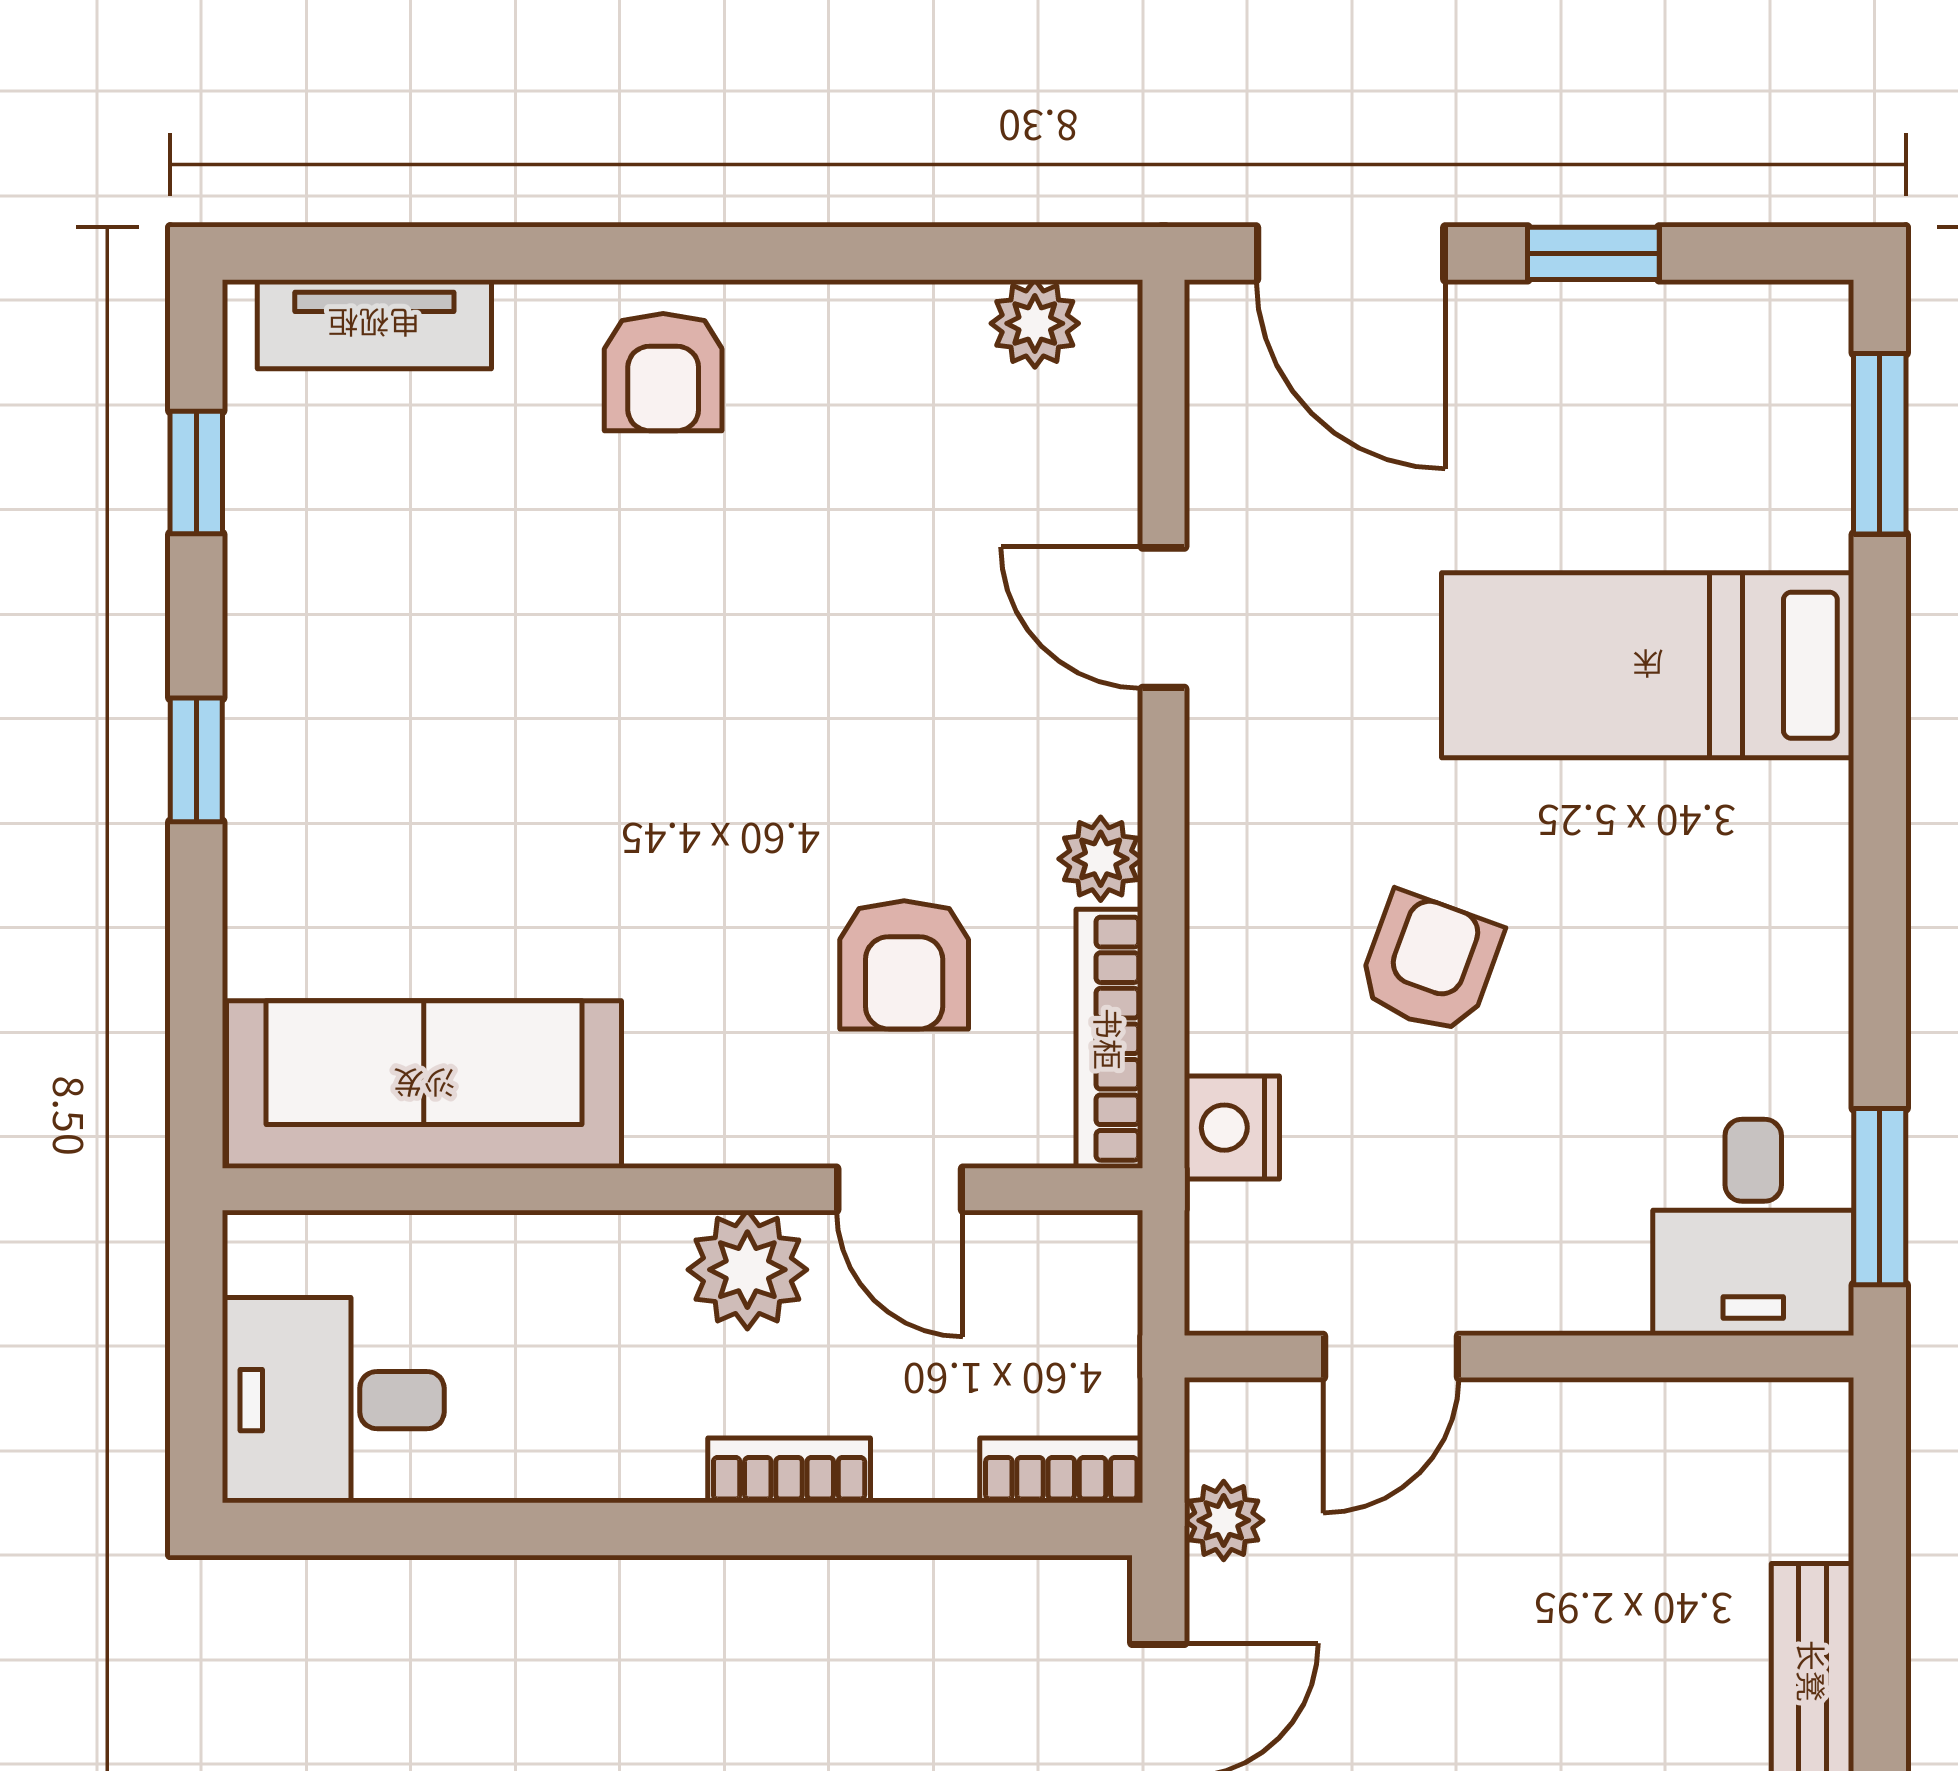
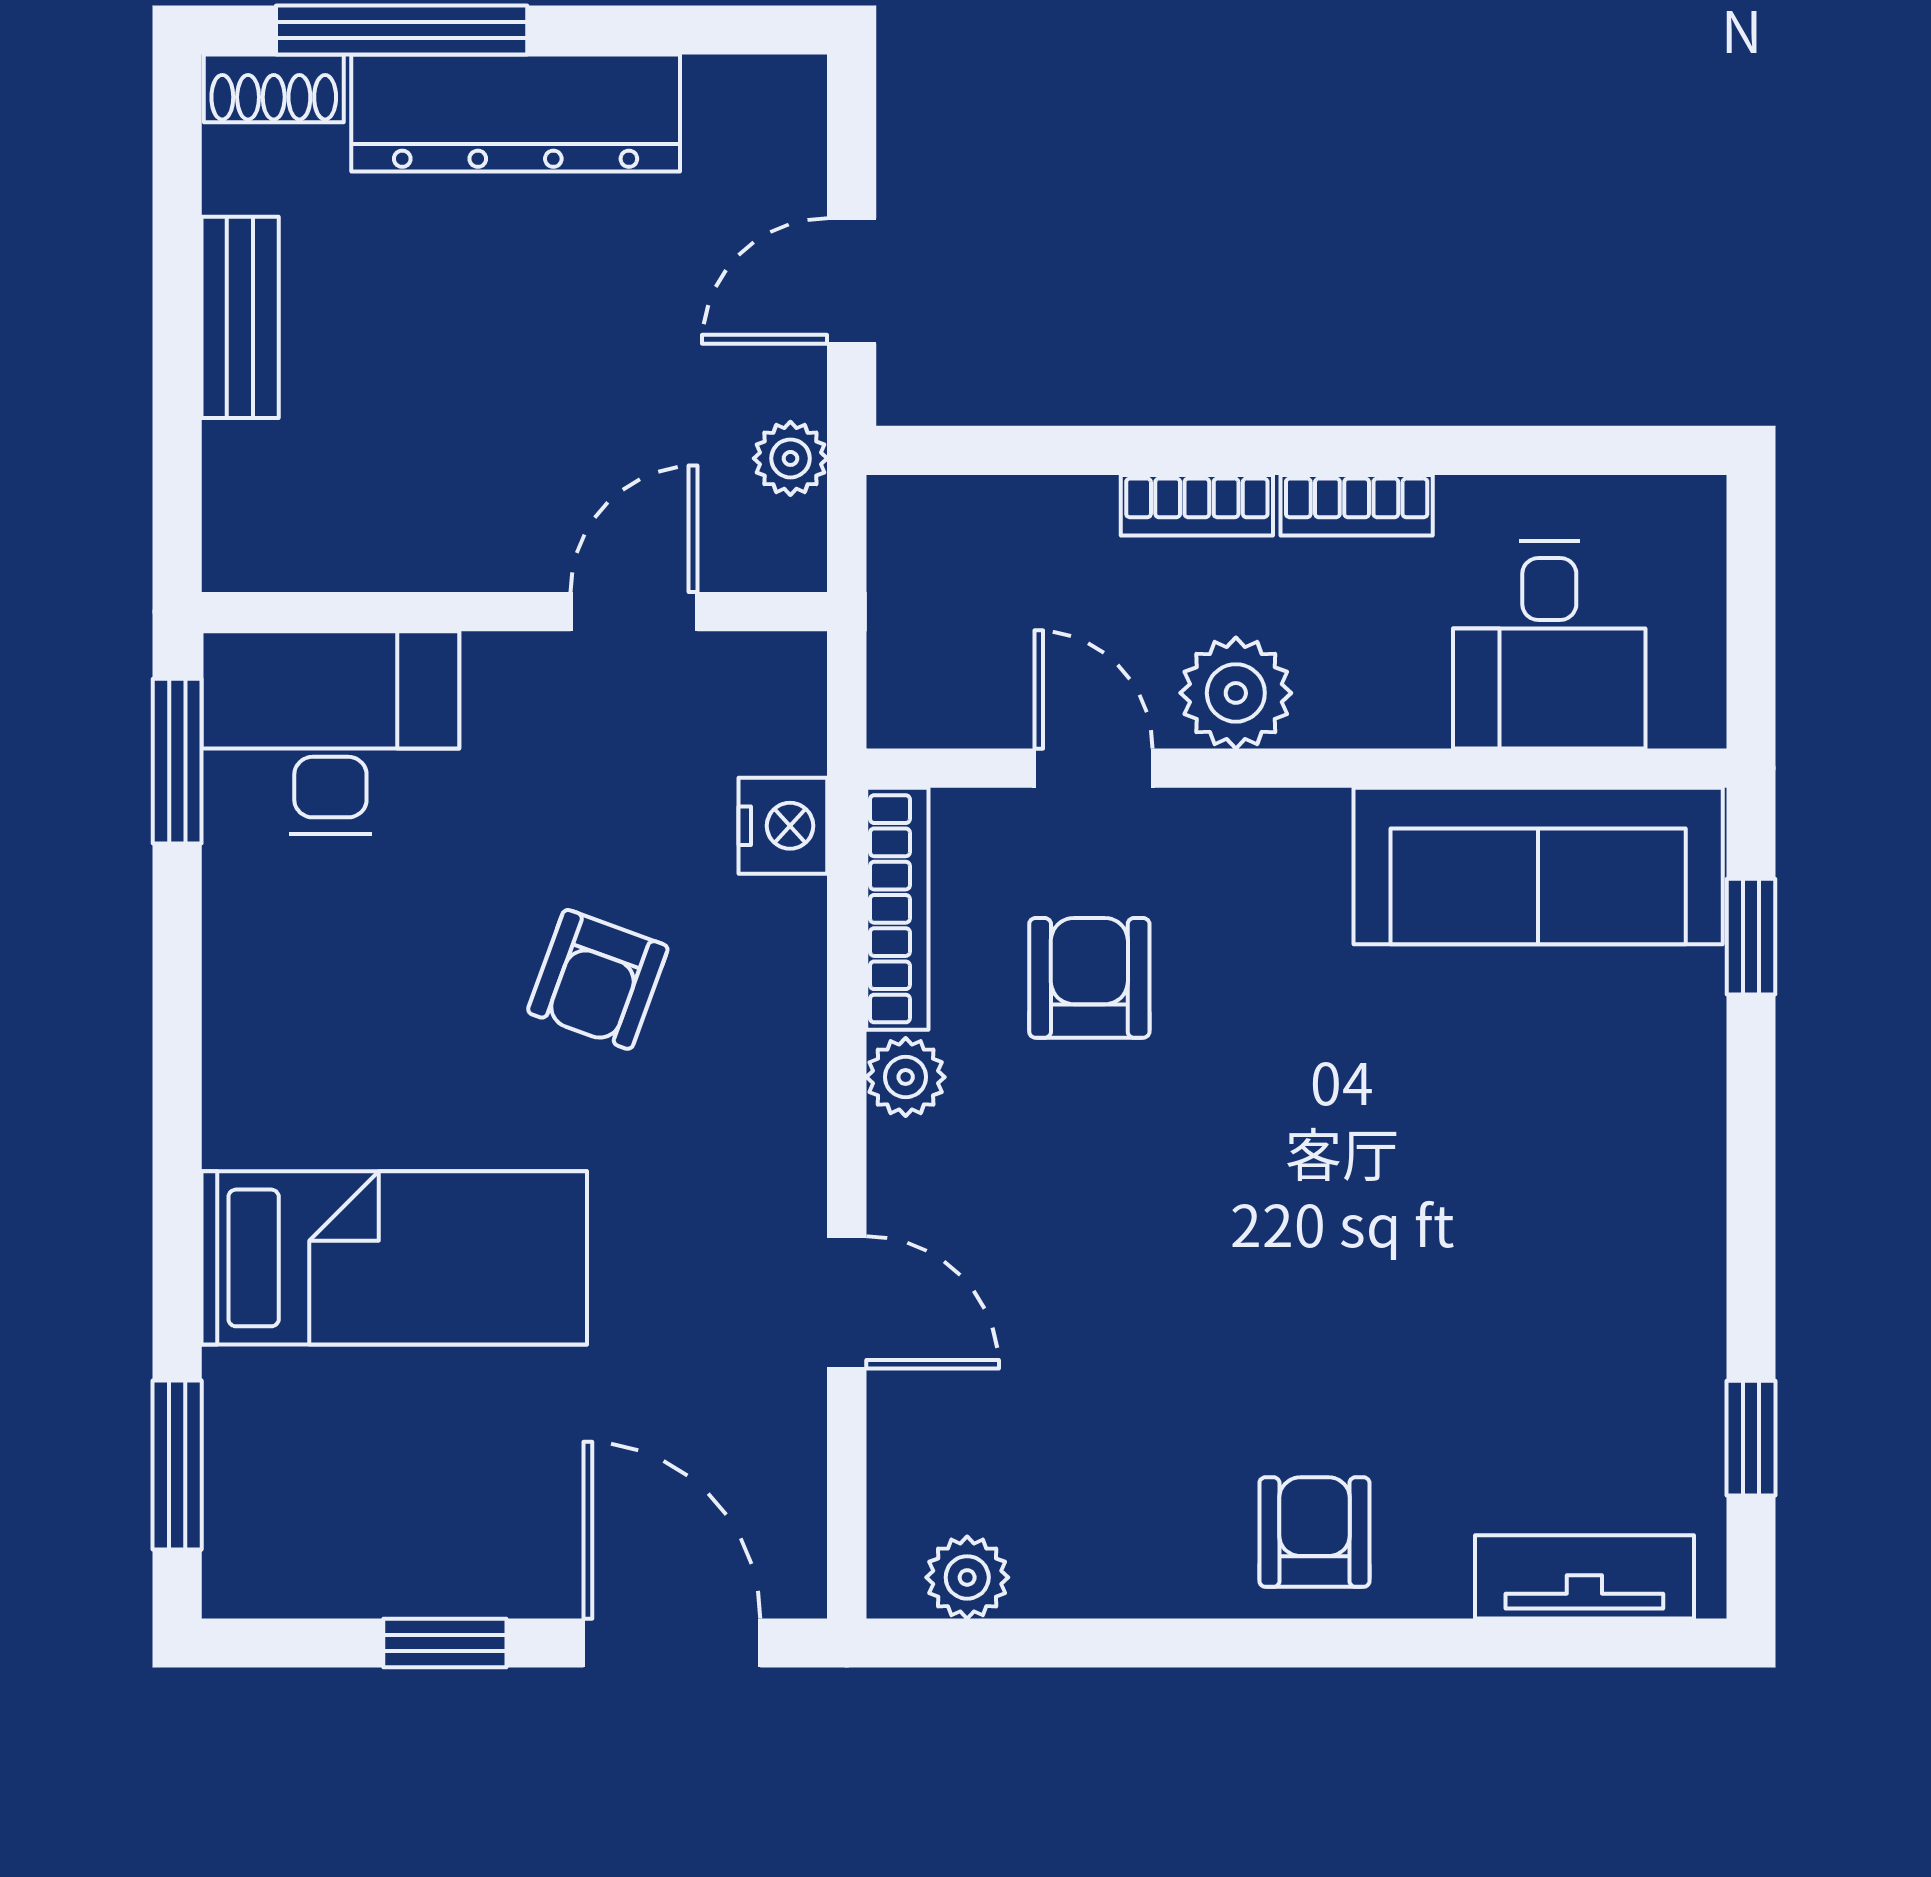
window: (196, 760) -> (1751, 937), moved
desk: (1753, 1227) -> (330, 732), width x1.37
desk: (333, 1400) -> (1549, 645), moved, turned 90
bookcase: (1061, 1470) -> (1357, 505), moved

